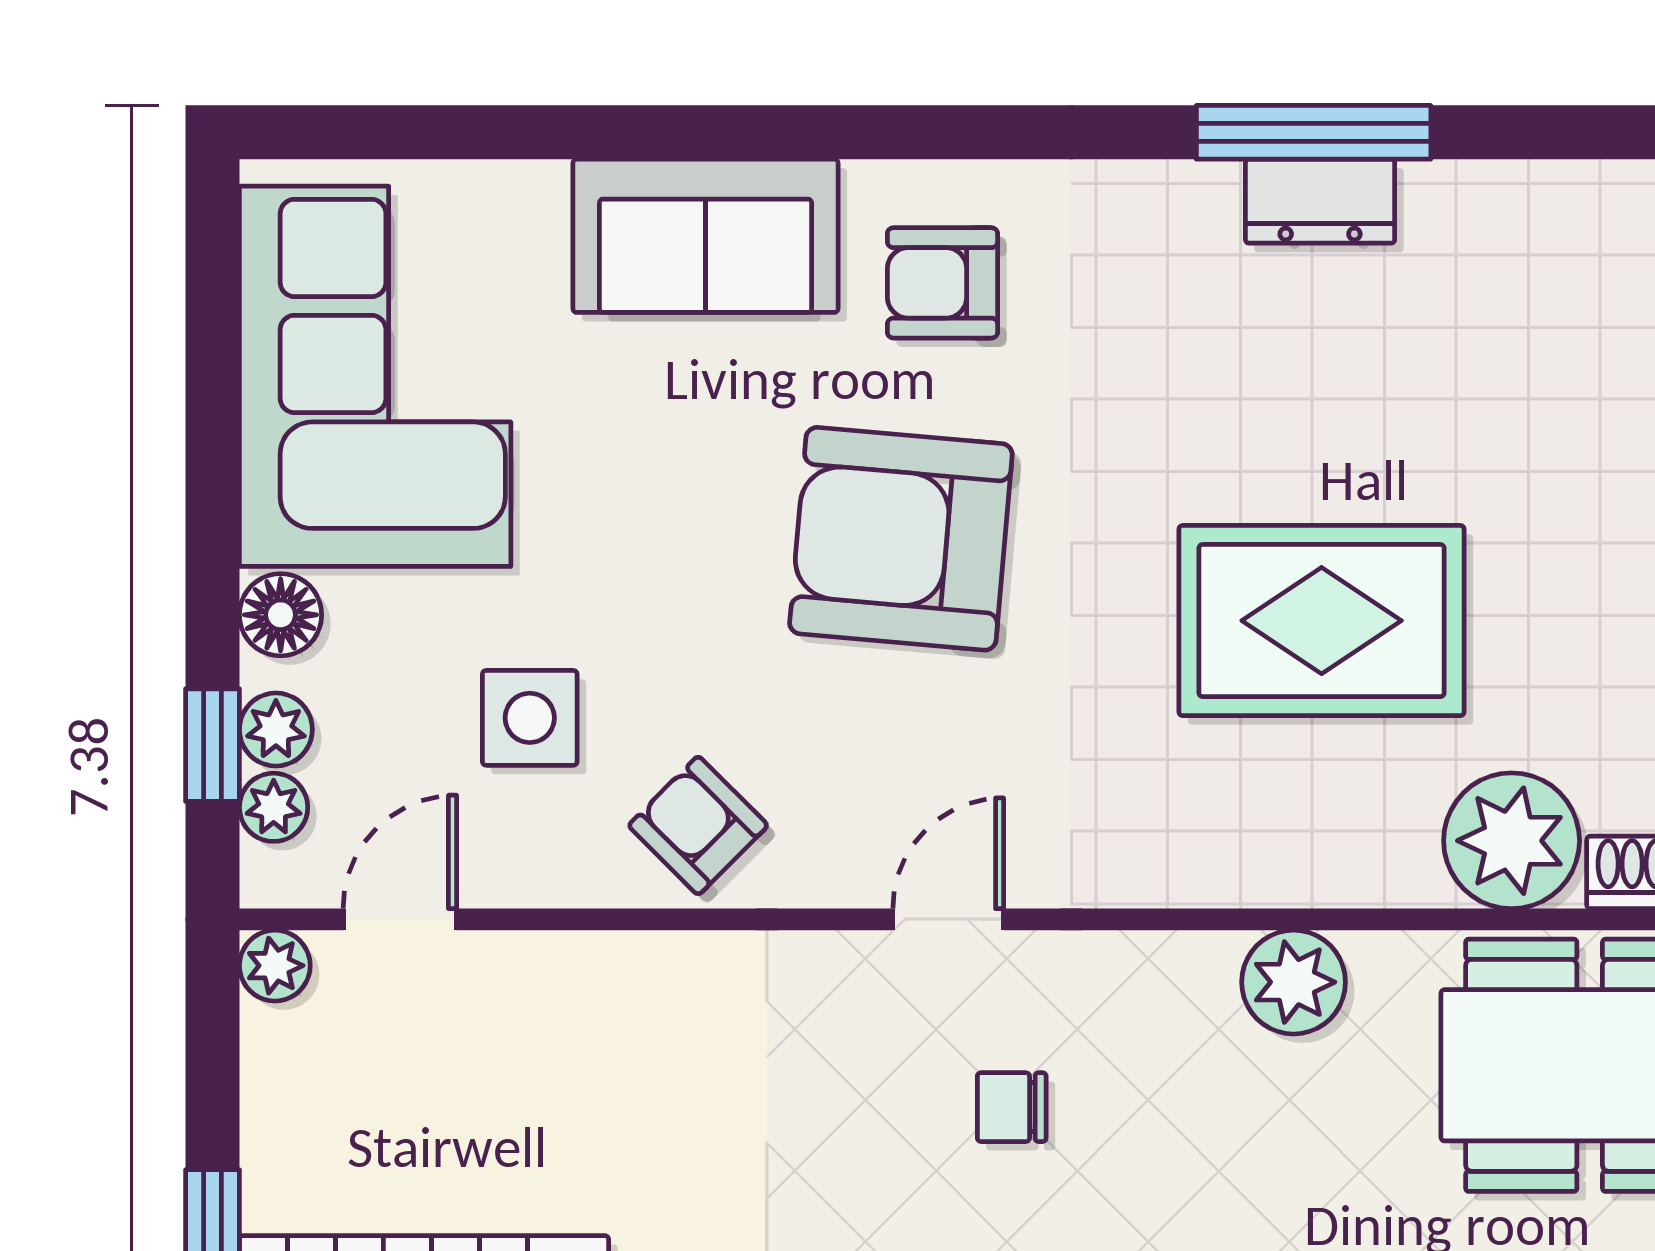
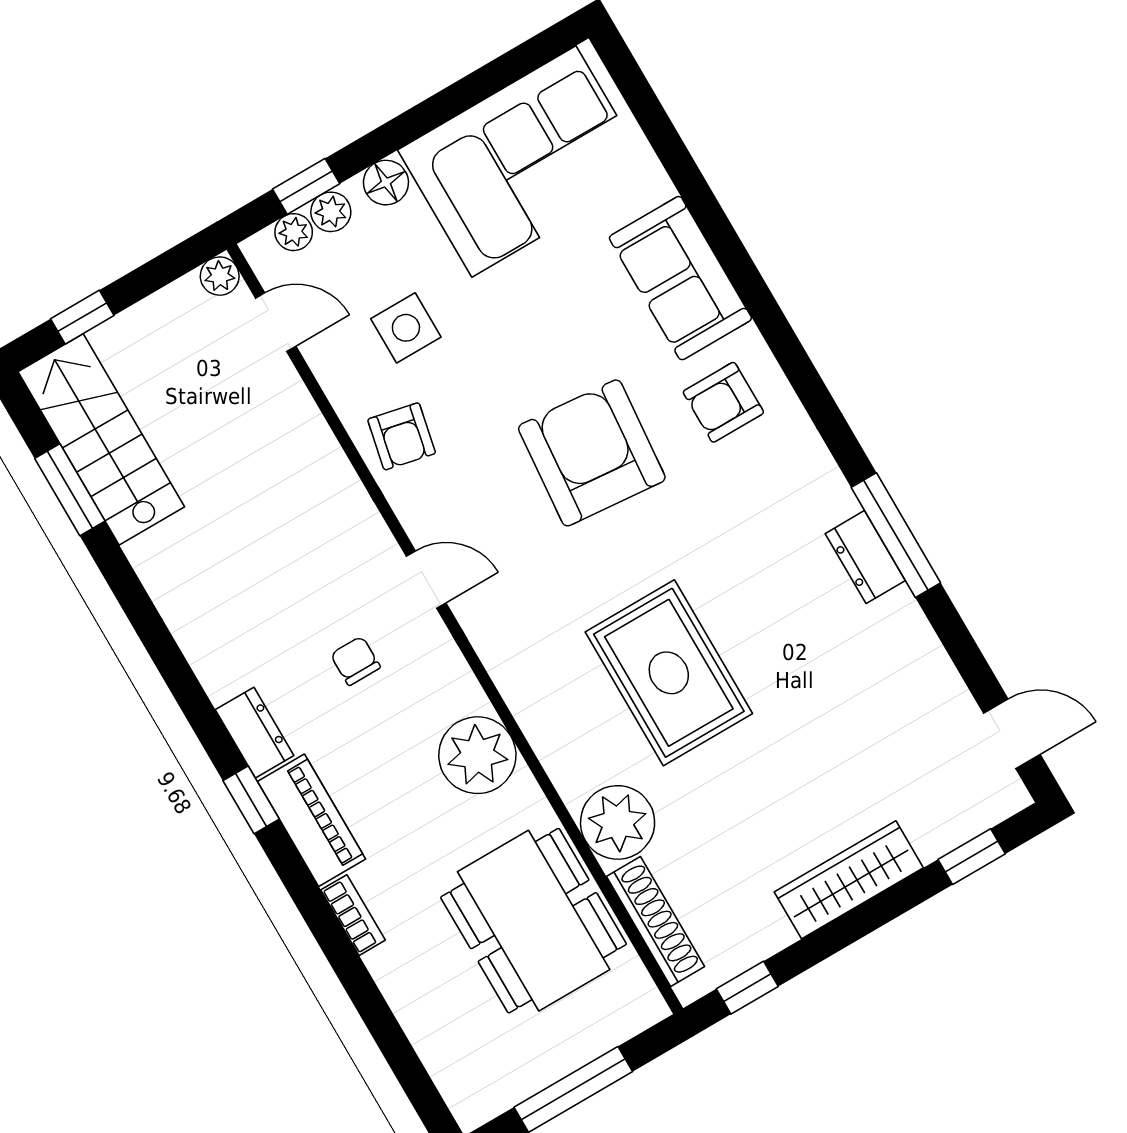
armchair: (942, 283) -> (723, 402), turned -90
armchair: (698, 825) -> (402, 436), turned 147
plant: (1294, 982) -> (477, 755), width x1.36, depth x1.36

